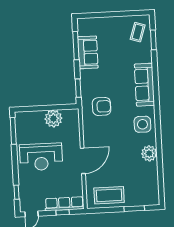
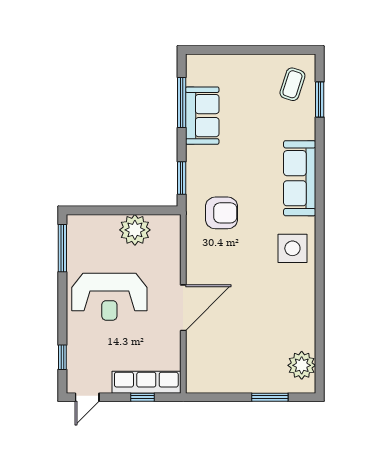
plant: (149, 153) -> (302, 365), moved
coffee table: (109, 195) -> (226, 371), removed

